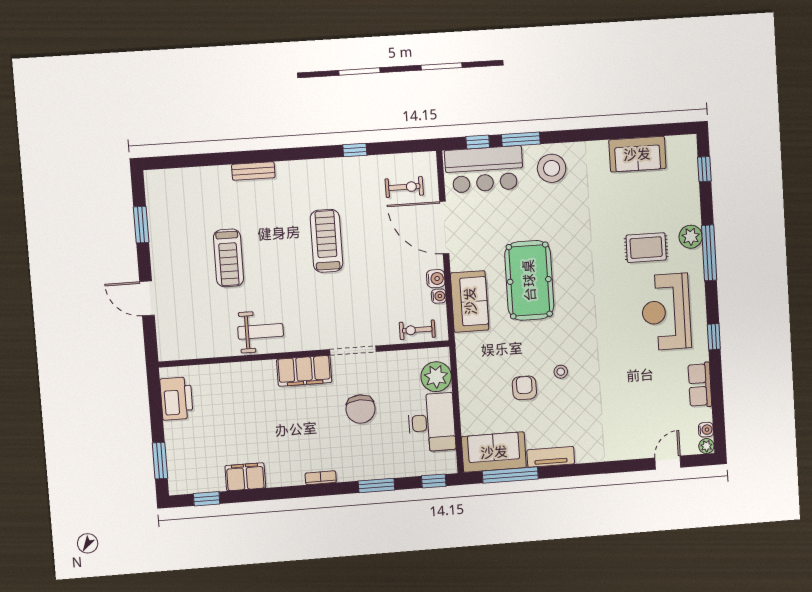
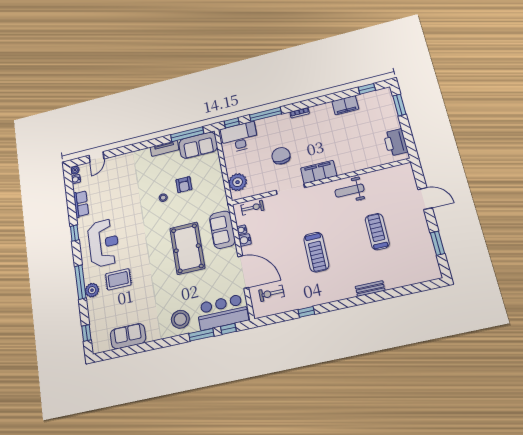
desk: (432, 422) -> (239, 137), moved, turned 90
window: (376, 485) -> (266, 114), width x1.44

